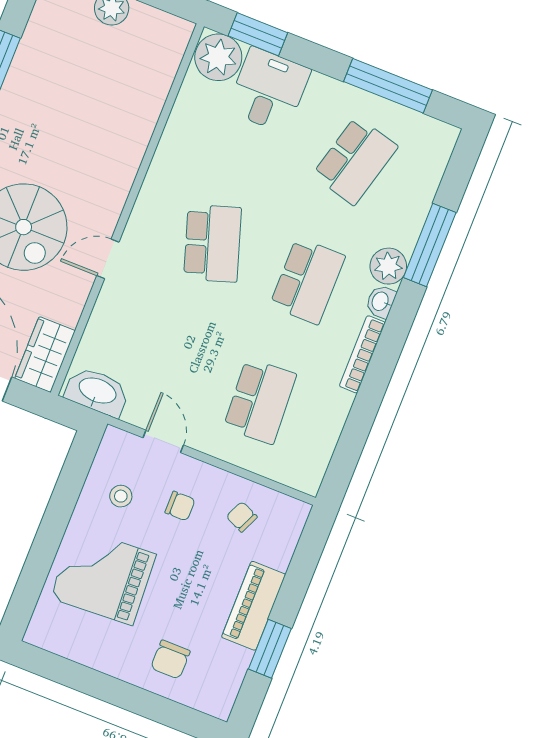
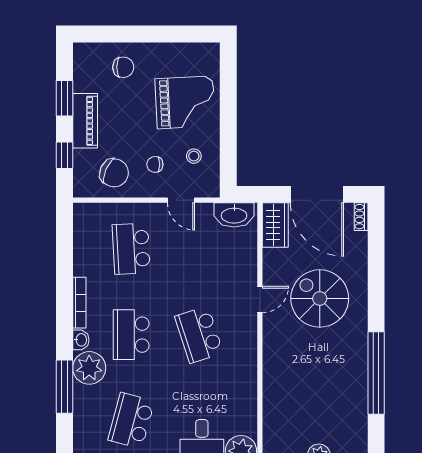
plant: (388, 266) -> (89, 368), width x1.36, depth x1.36
chair: (242, 517) -> (114, 173), width x1.87, depth x1.87
window: (301, 569) -> (64, 155), added
chair: (170, 660) -> (123, 67), turned 90

